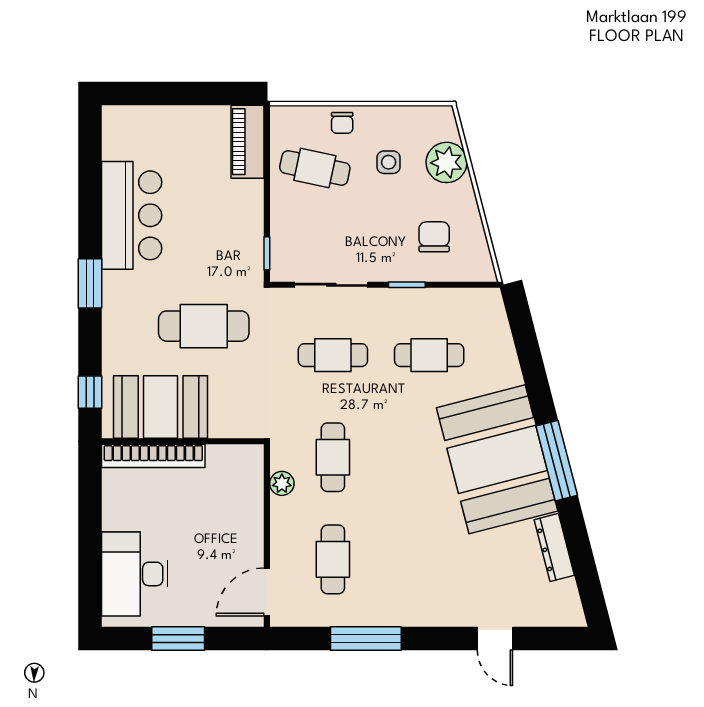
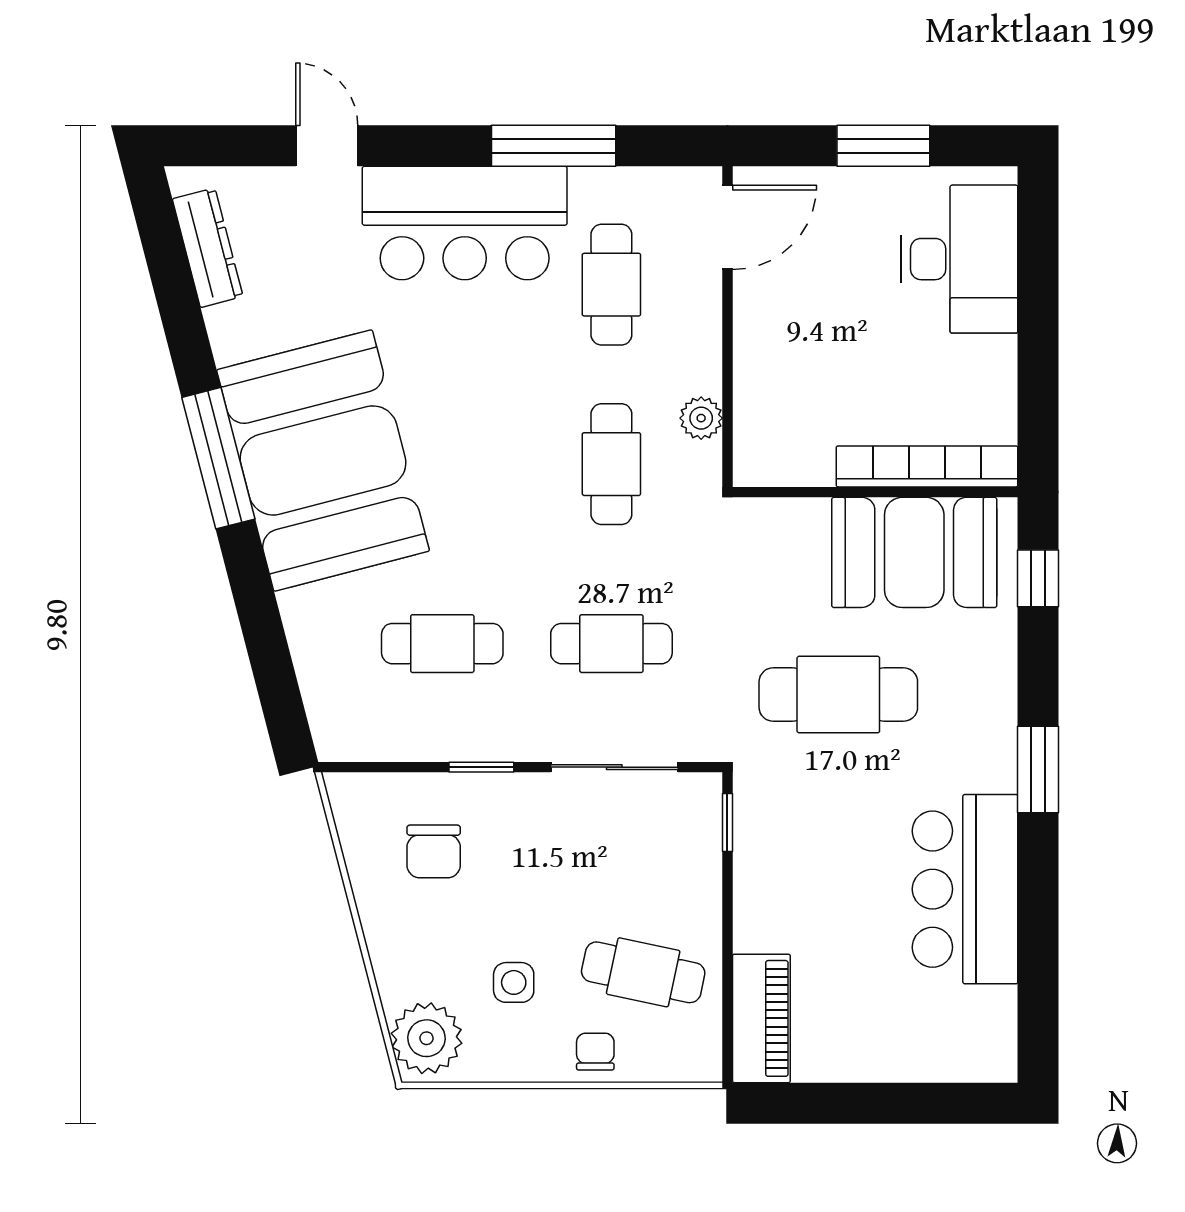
plant: (446, 162) -> (427, 1038), moved
dresser: (554, 547) -> (208, 248), moved
bar counter: (416, 594) -> (465, 223), added

